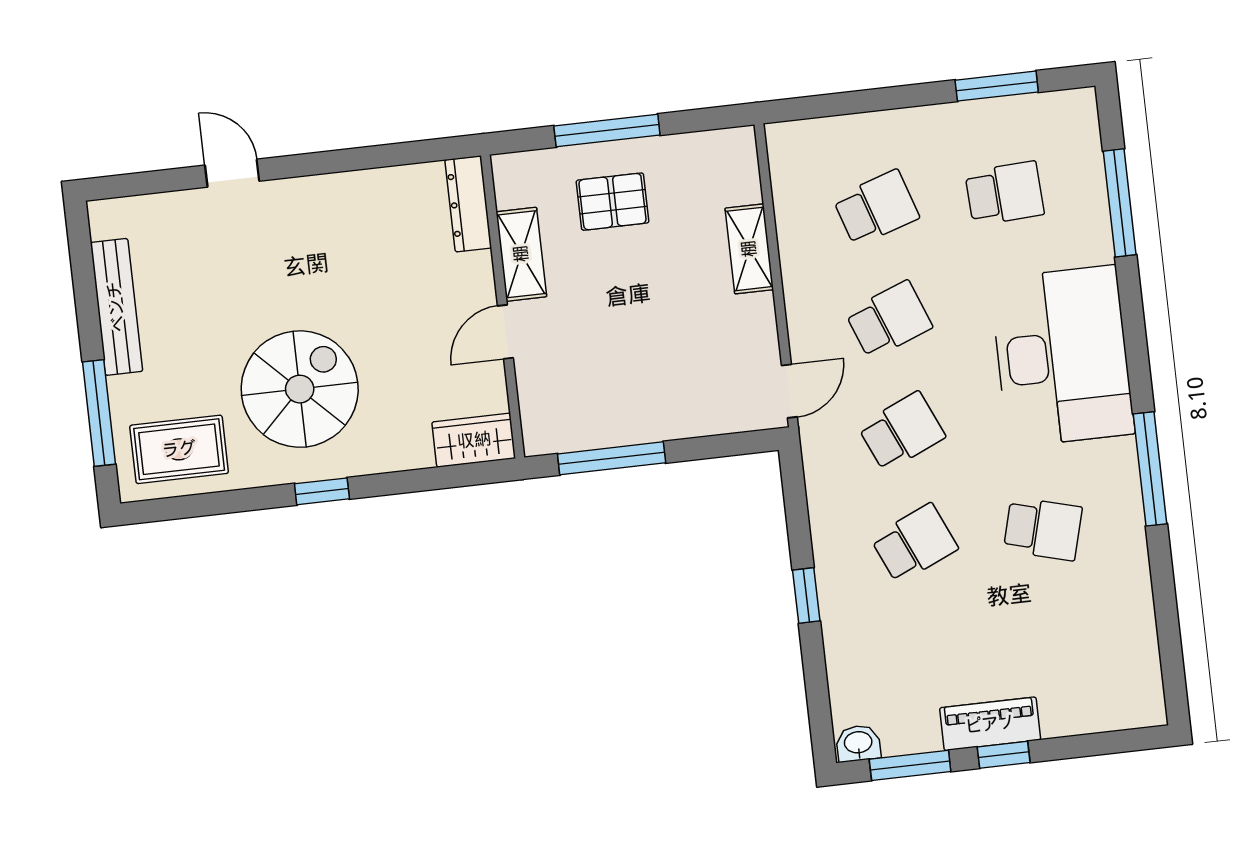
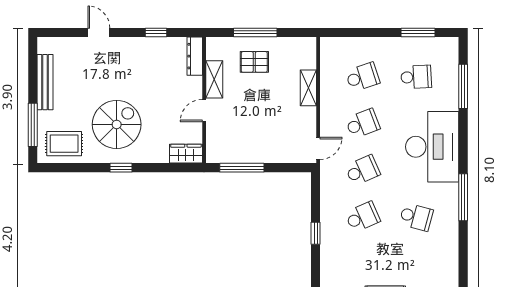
window: (369, 158) -> (156, 32), added

